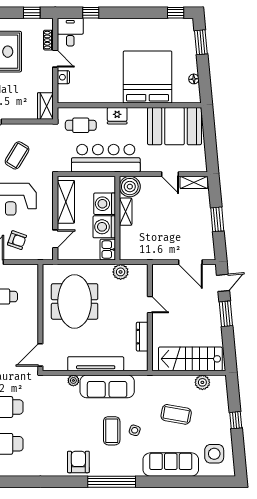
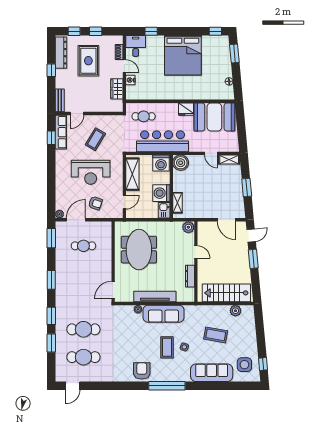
window: (32, 13) -> (96, 31), moved
bed: (148, 77) -> (183, 55), moved, turned 180
wardrobe: (45, 106) -> (117, 89), moved
fridge: (117, 116) -> (186, 109), moved
washing machine: (105, 204) -> (161, 163), moved, turned -90
shelving: (126, 212) -> (177, 203), moved
plant: (121, 272) -> (188, 227), moved
window: (236, 420) -> (263, 364), moved

